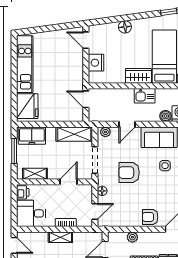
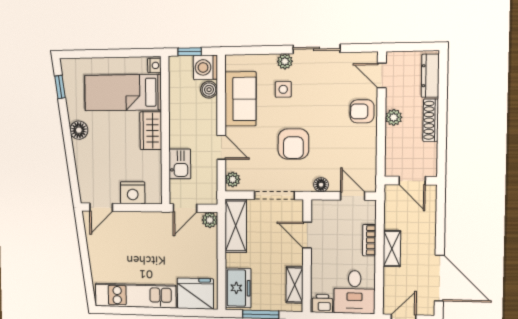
floor lamp: (125, 27) -> (79, 130), moved
kitchen sink: (145, 96) -> (180, 164), moved
plant: (78, 116) -> (210, 220), added
armchair: (150, 217) -> (362, 111), turned 90
plant: (132, 237) -> (394, 117), moved

